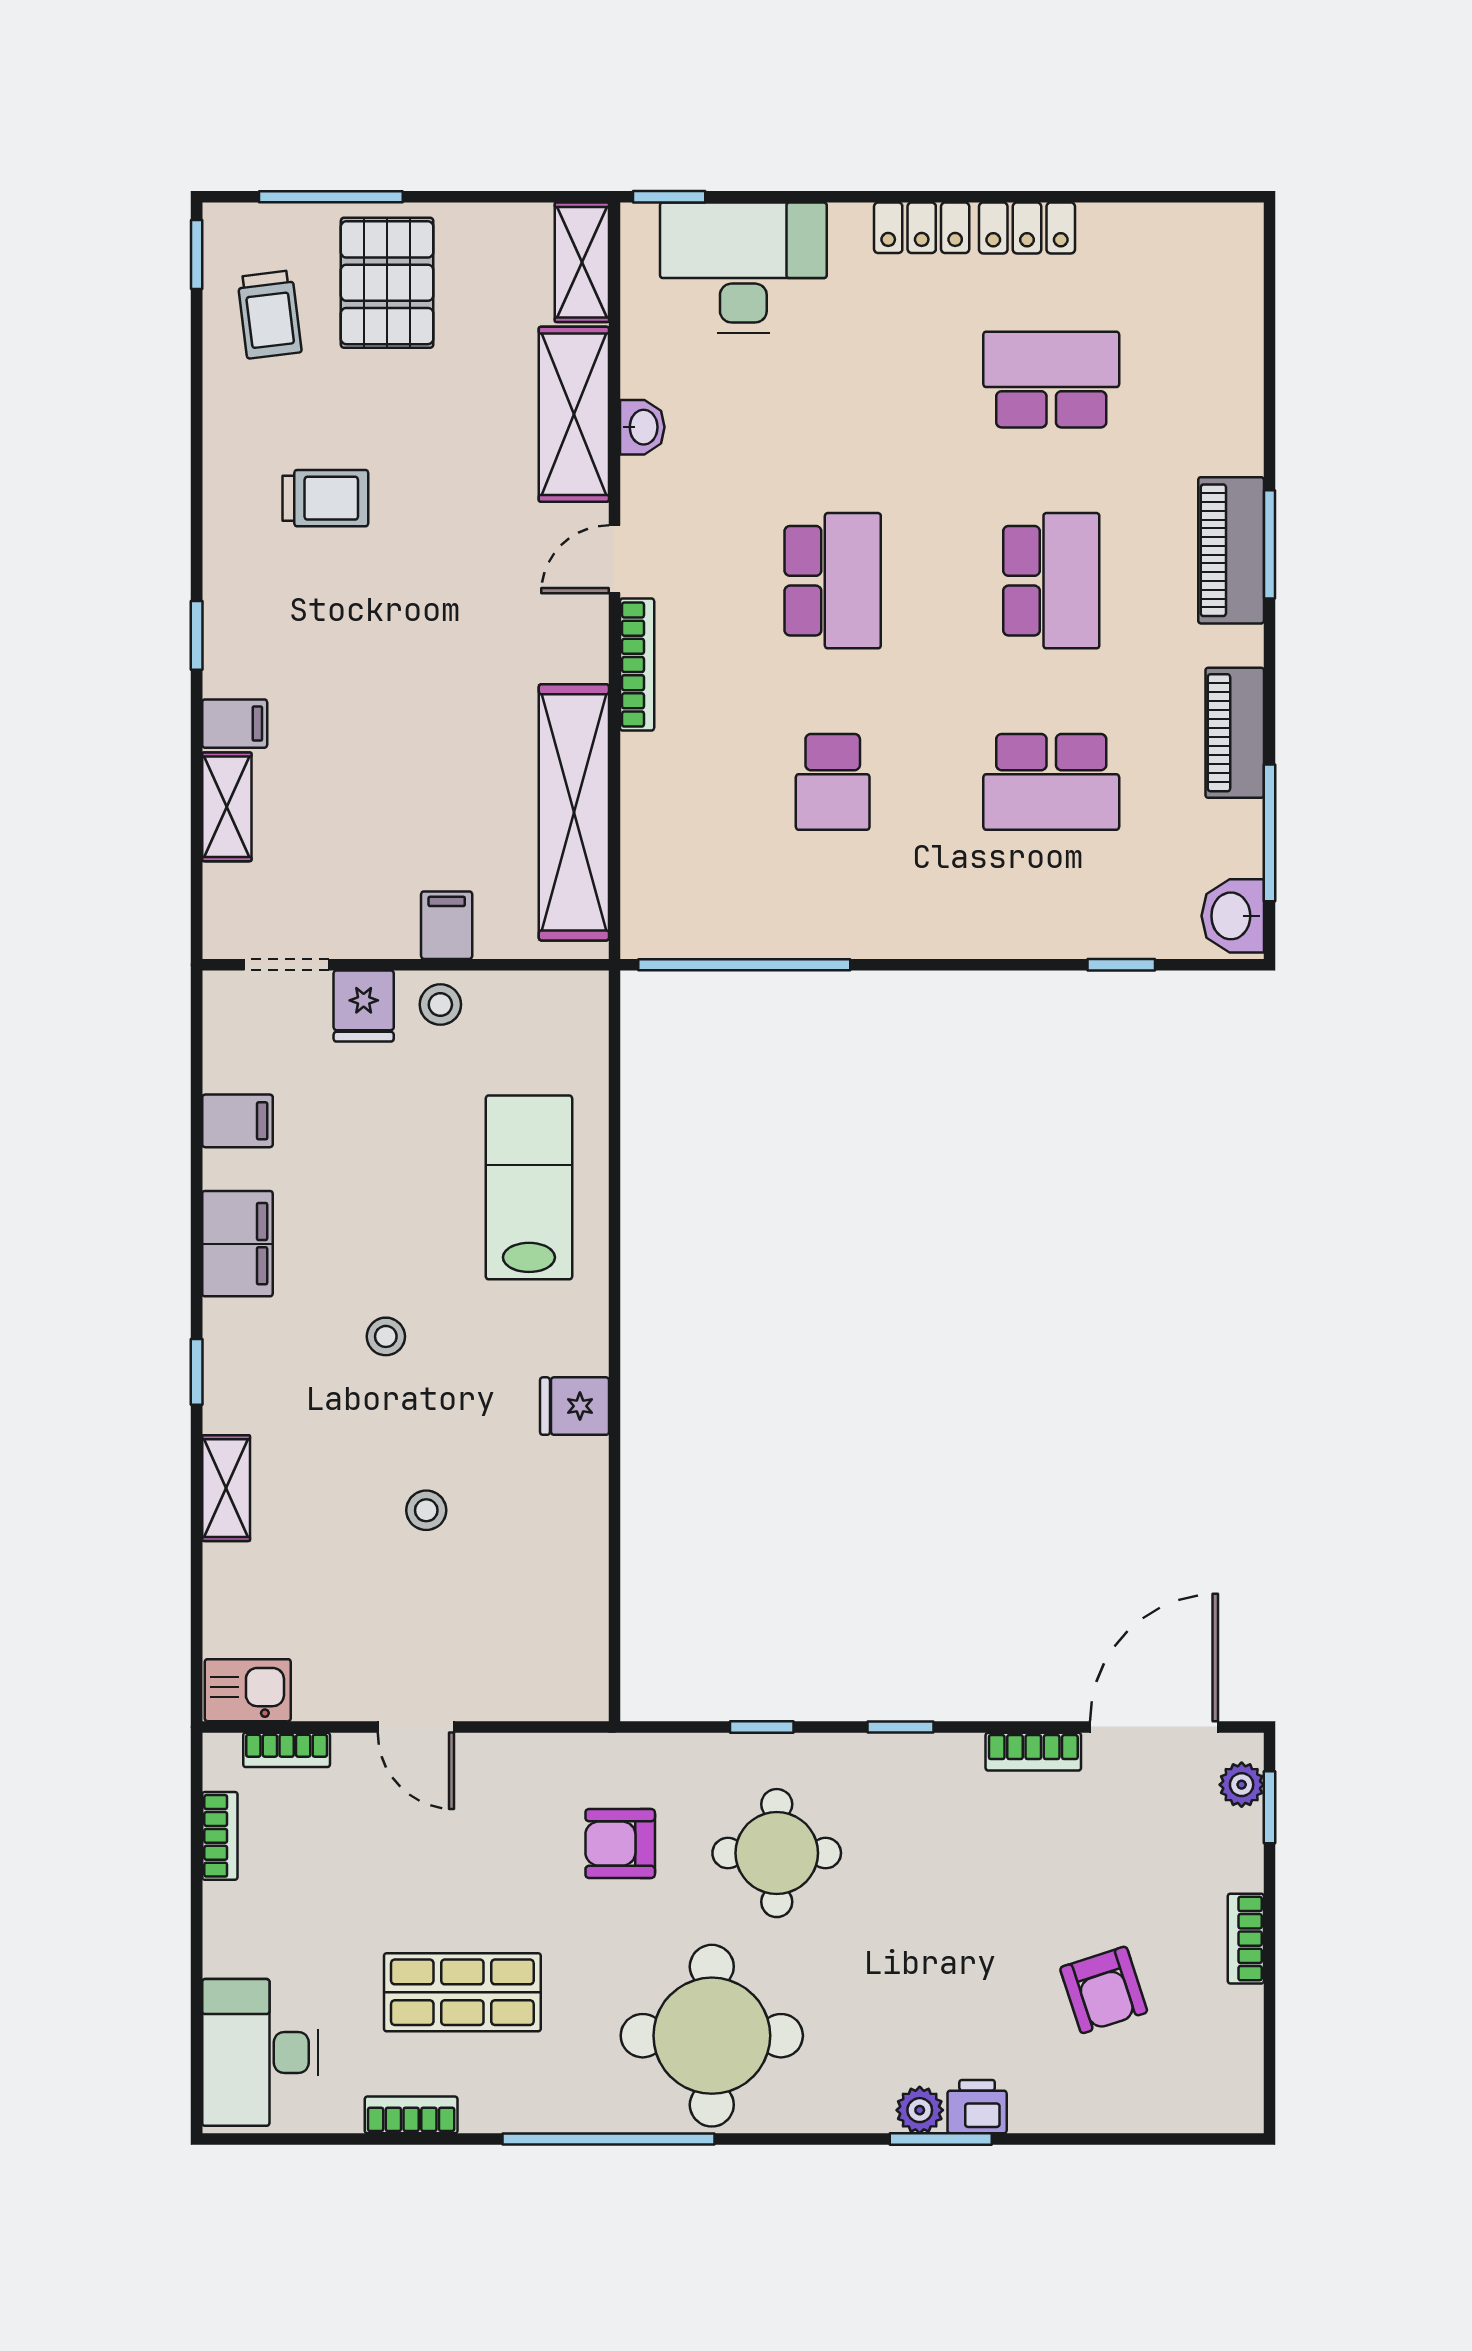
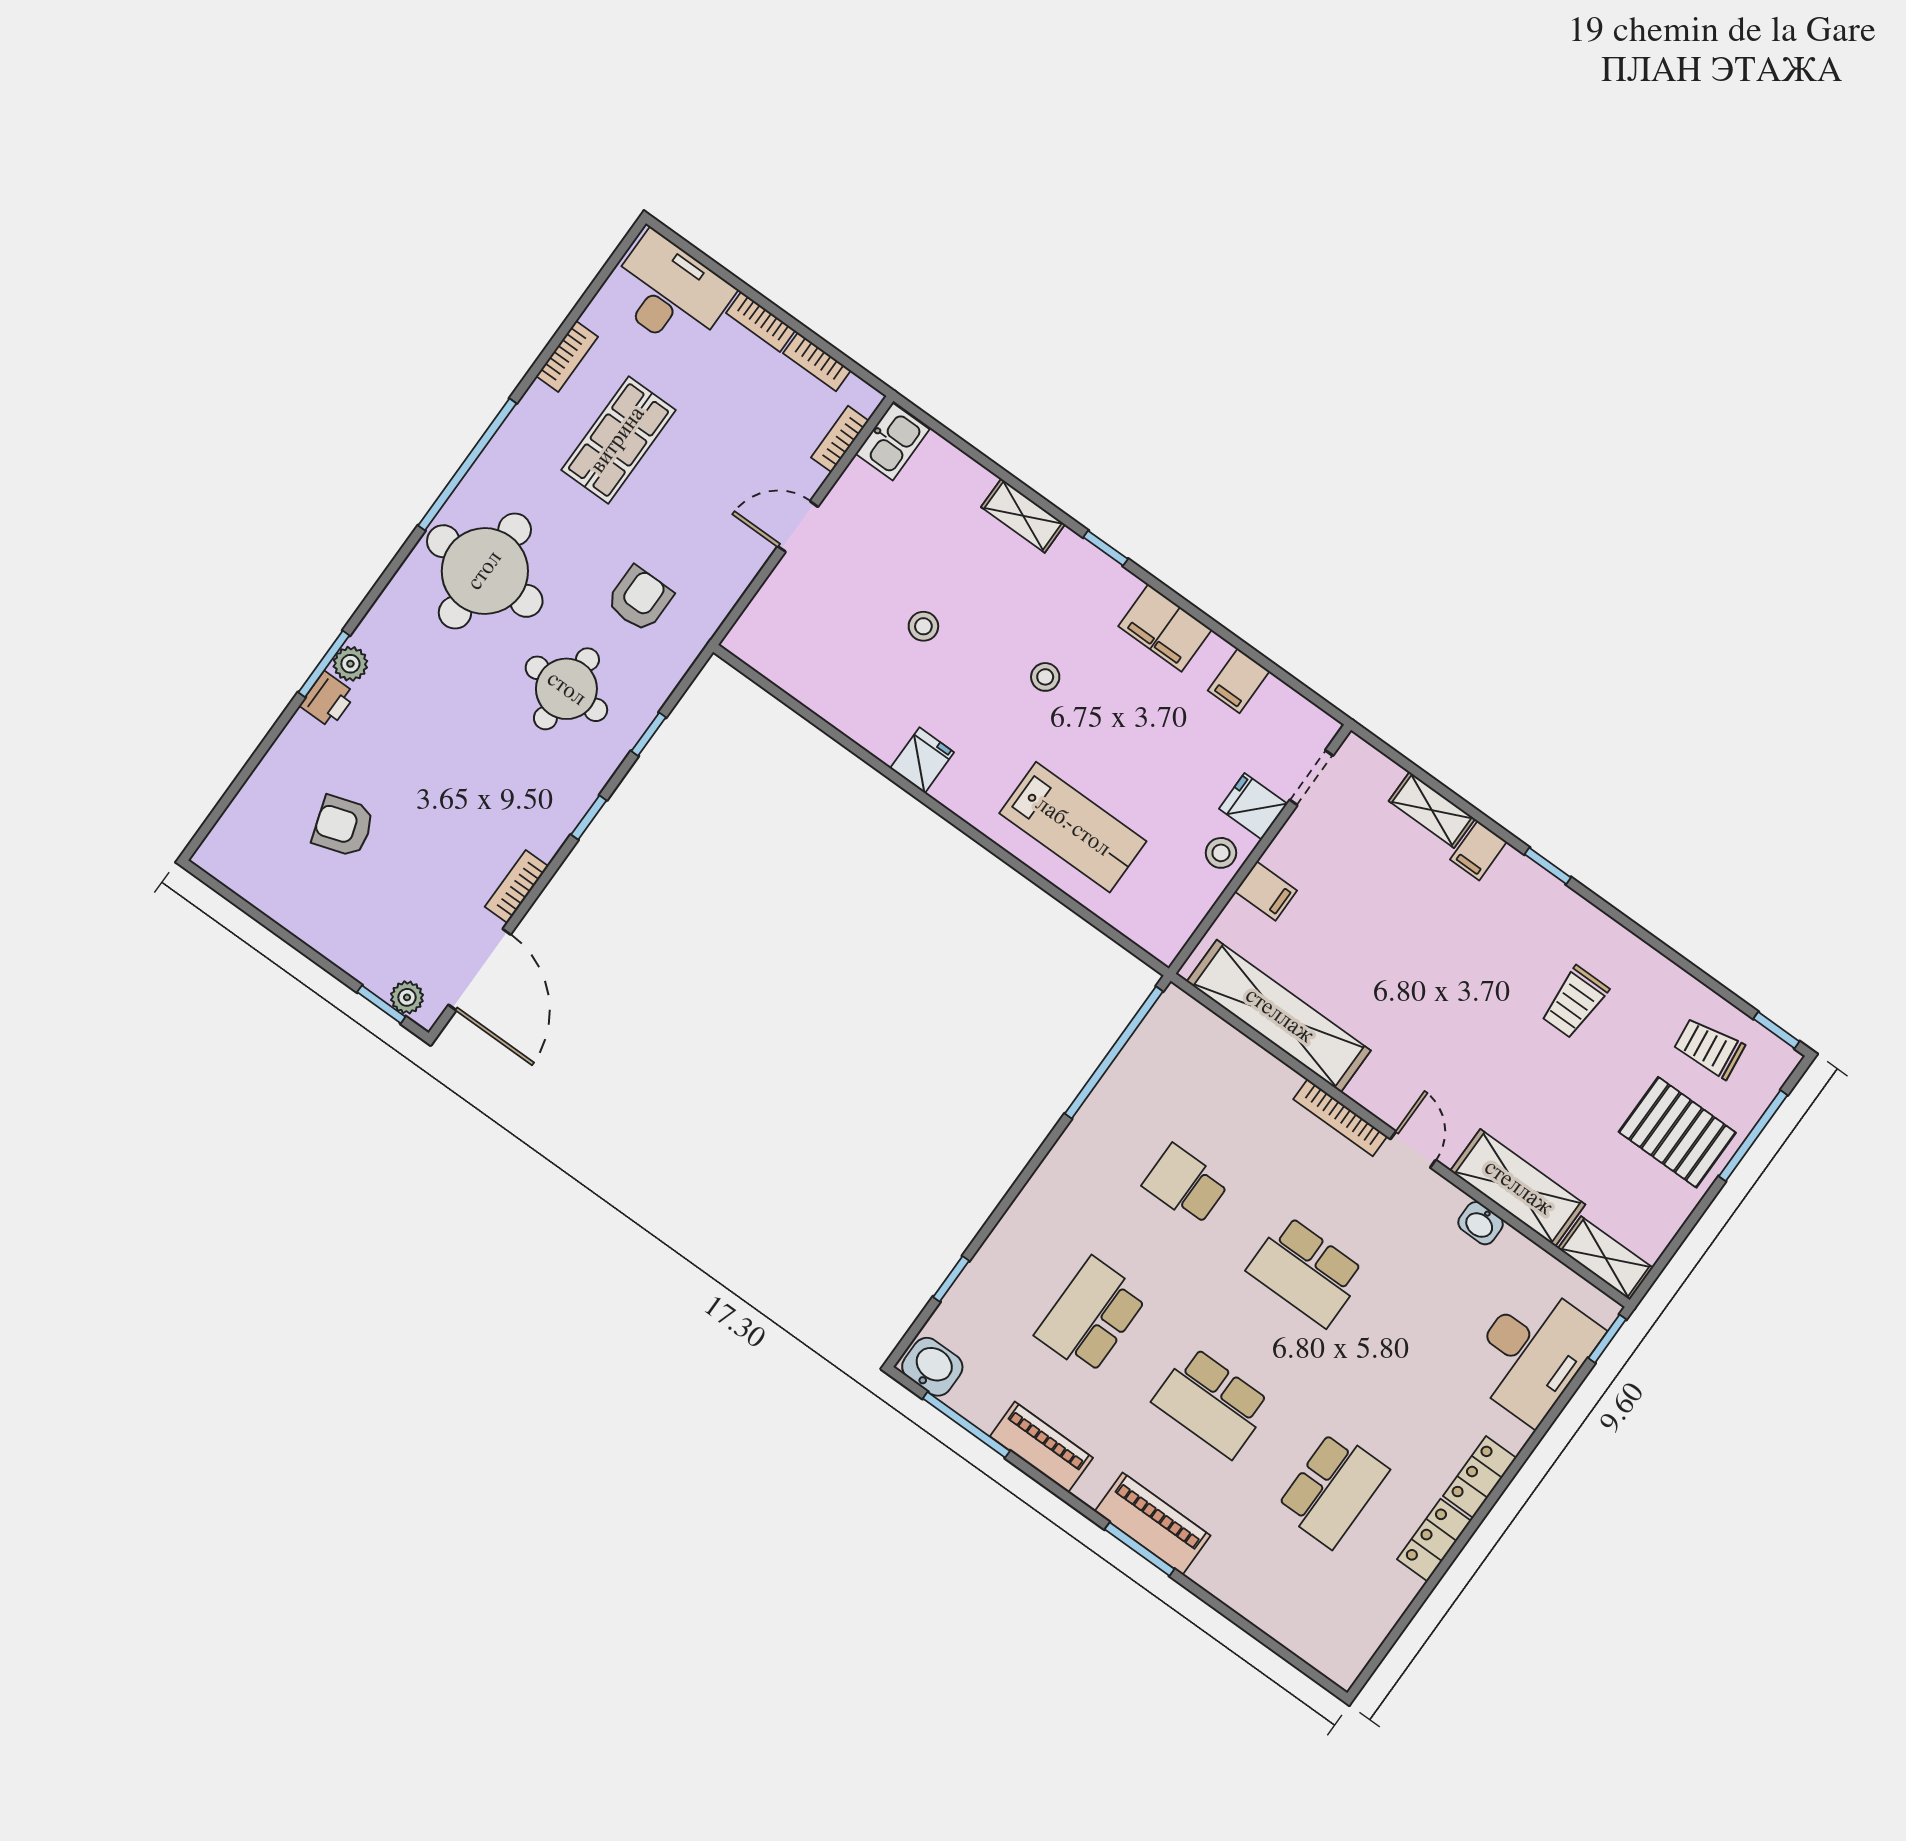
bookcase: (1246, 1939) -> (761, 322), moved, turned 180

